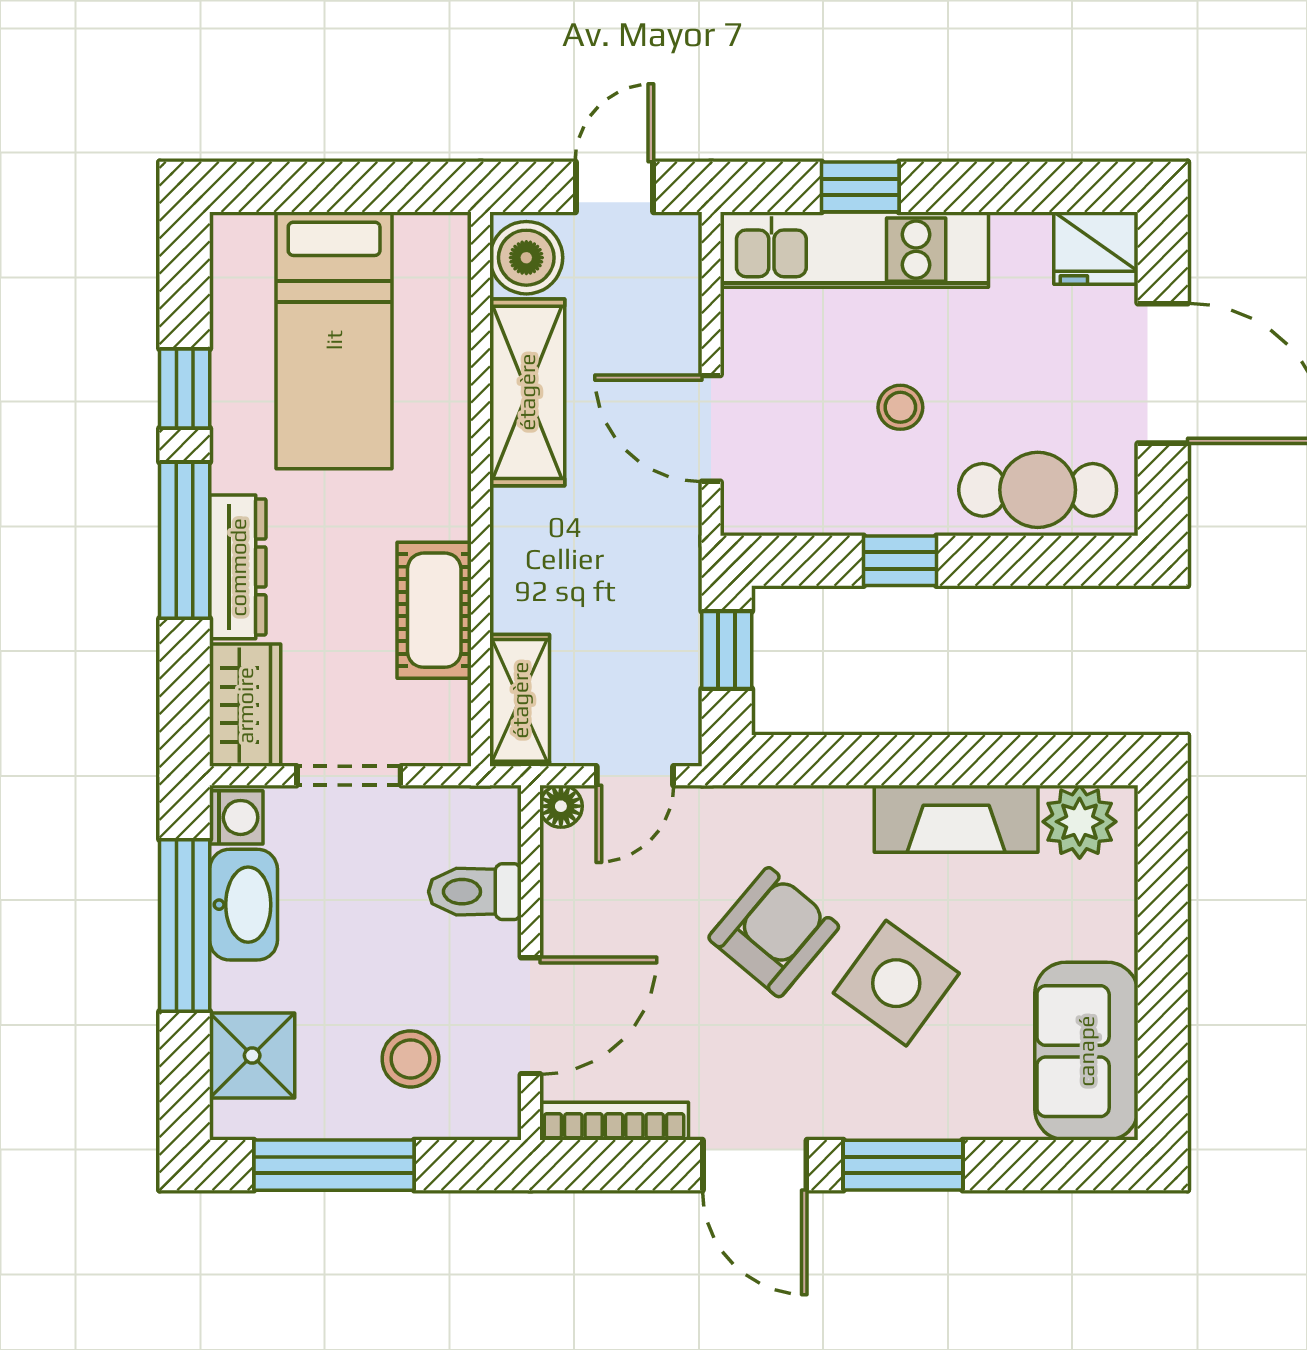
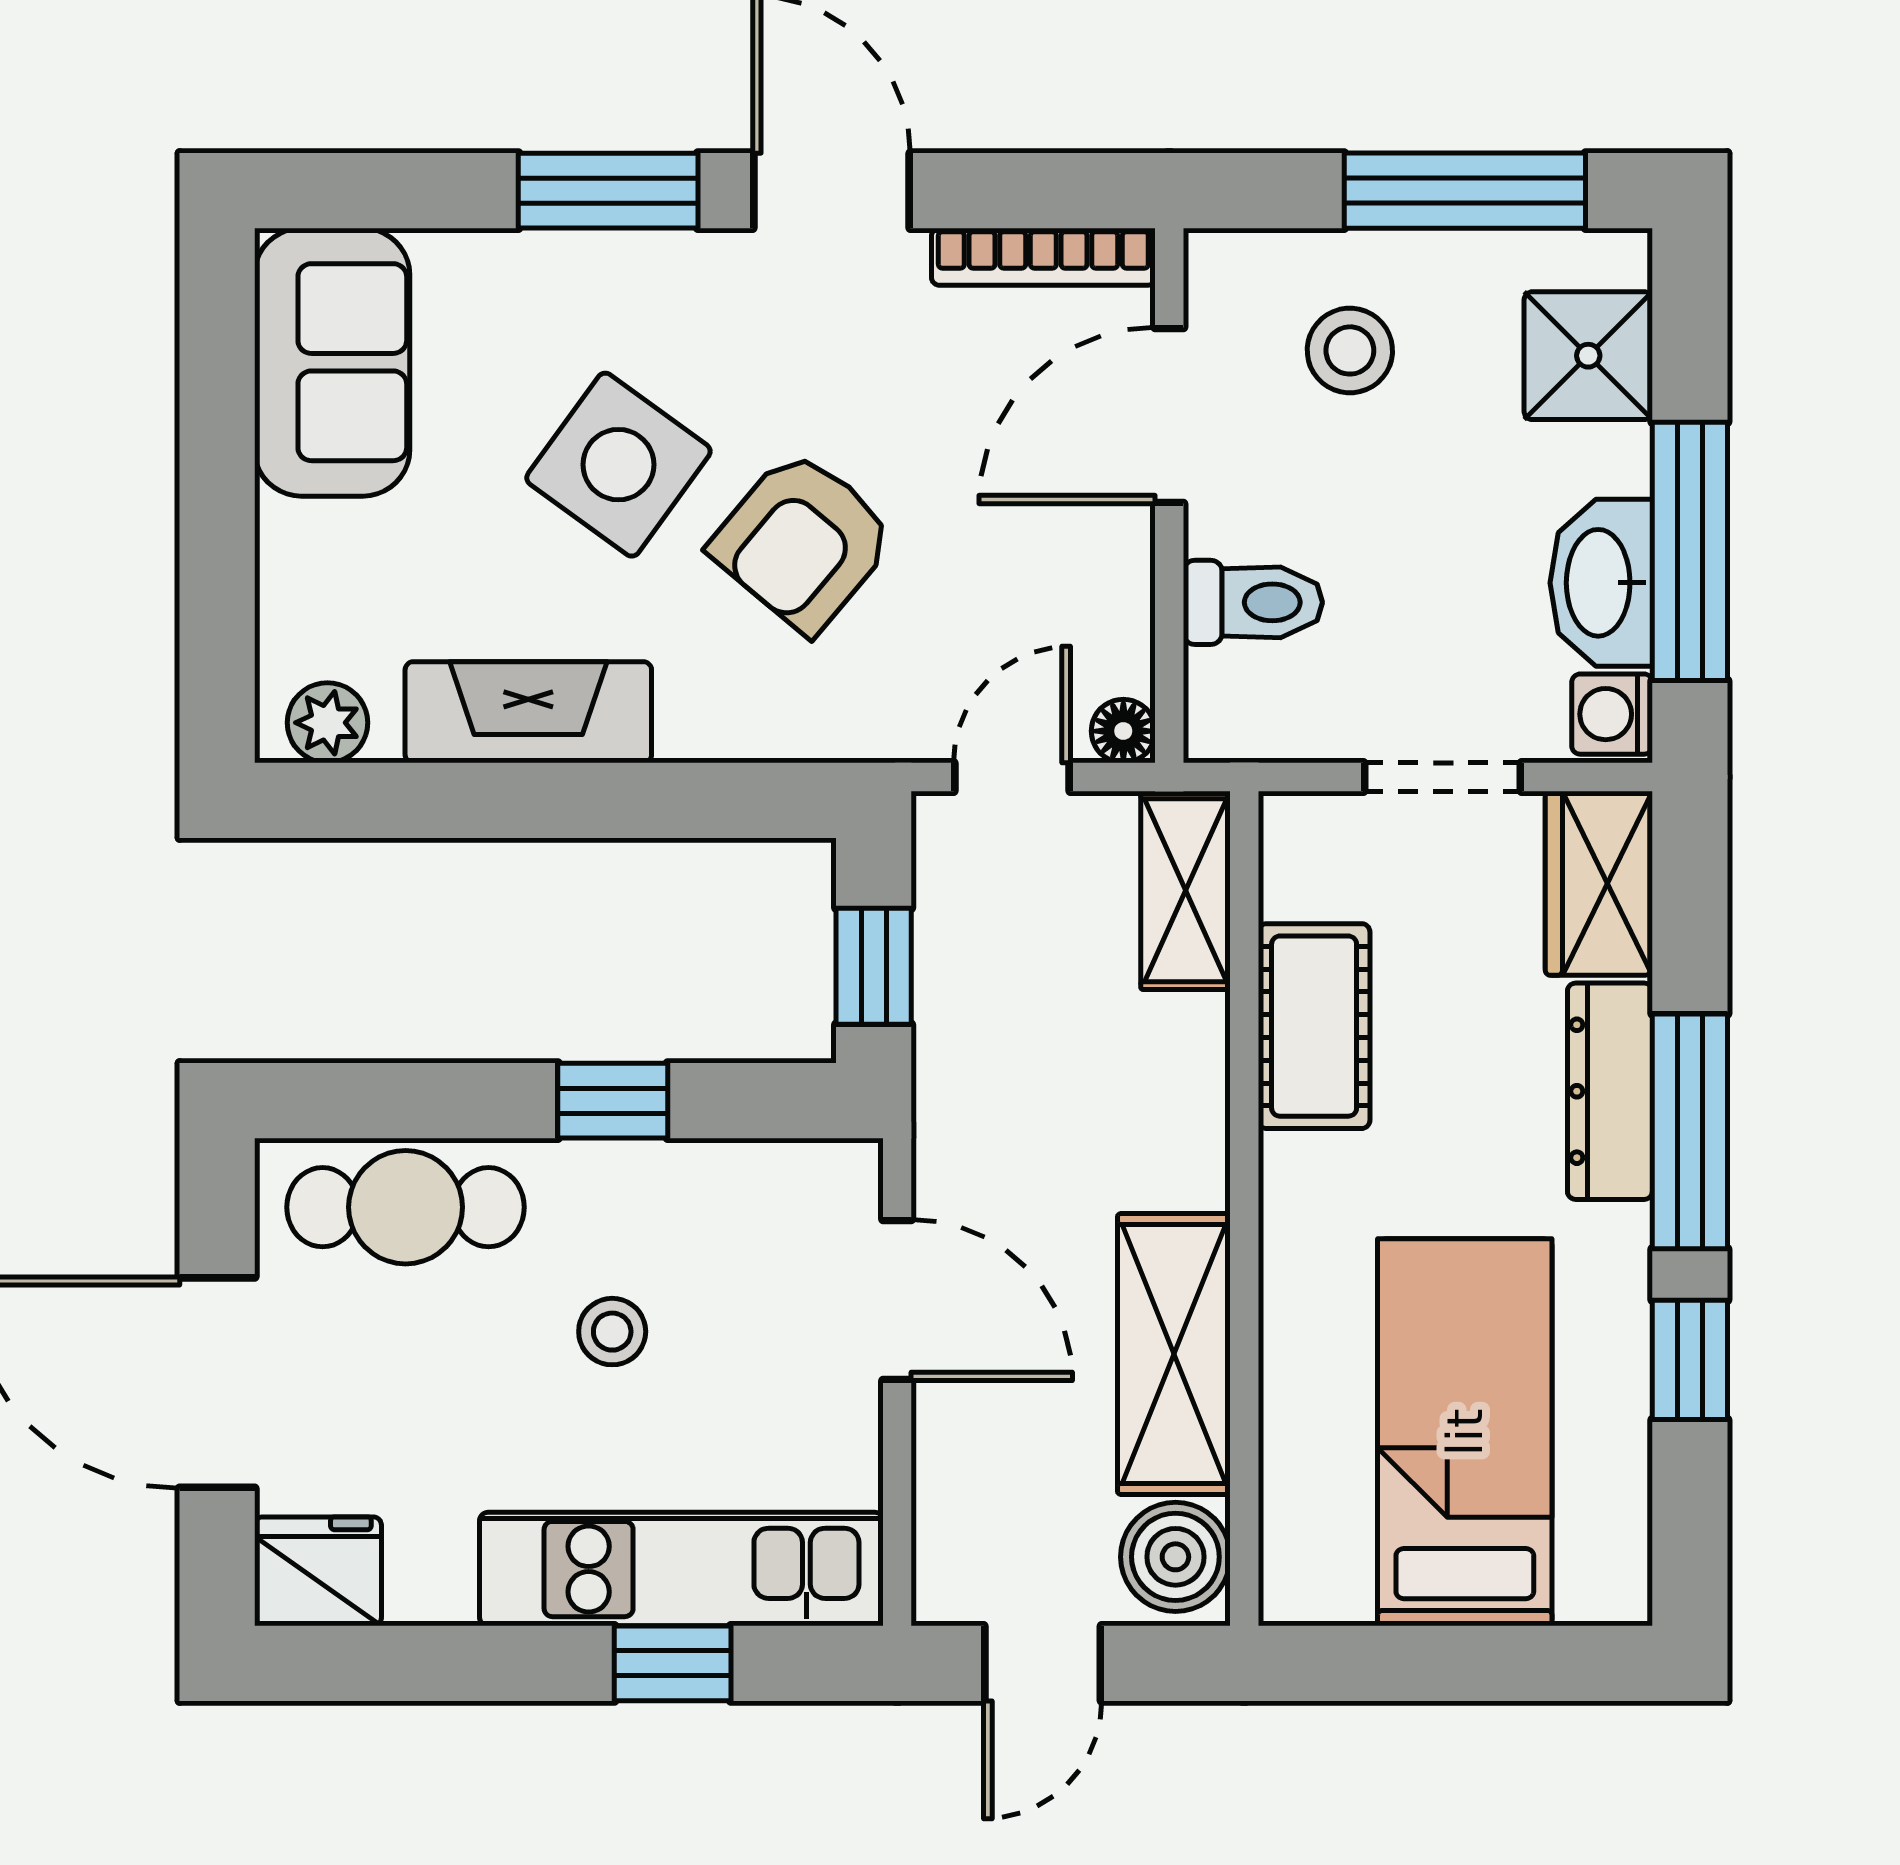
plant: (1080, 822) -> (327, 723), width x0.73, depth x0.73

